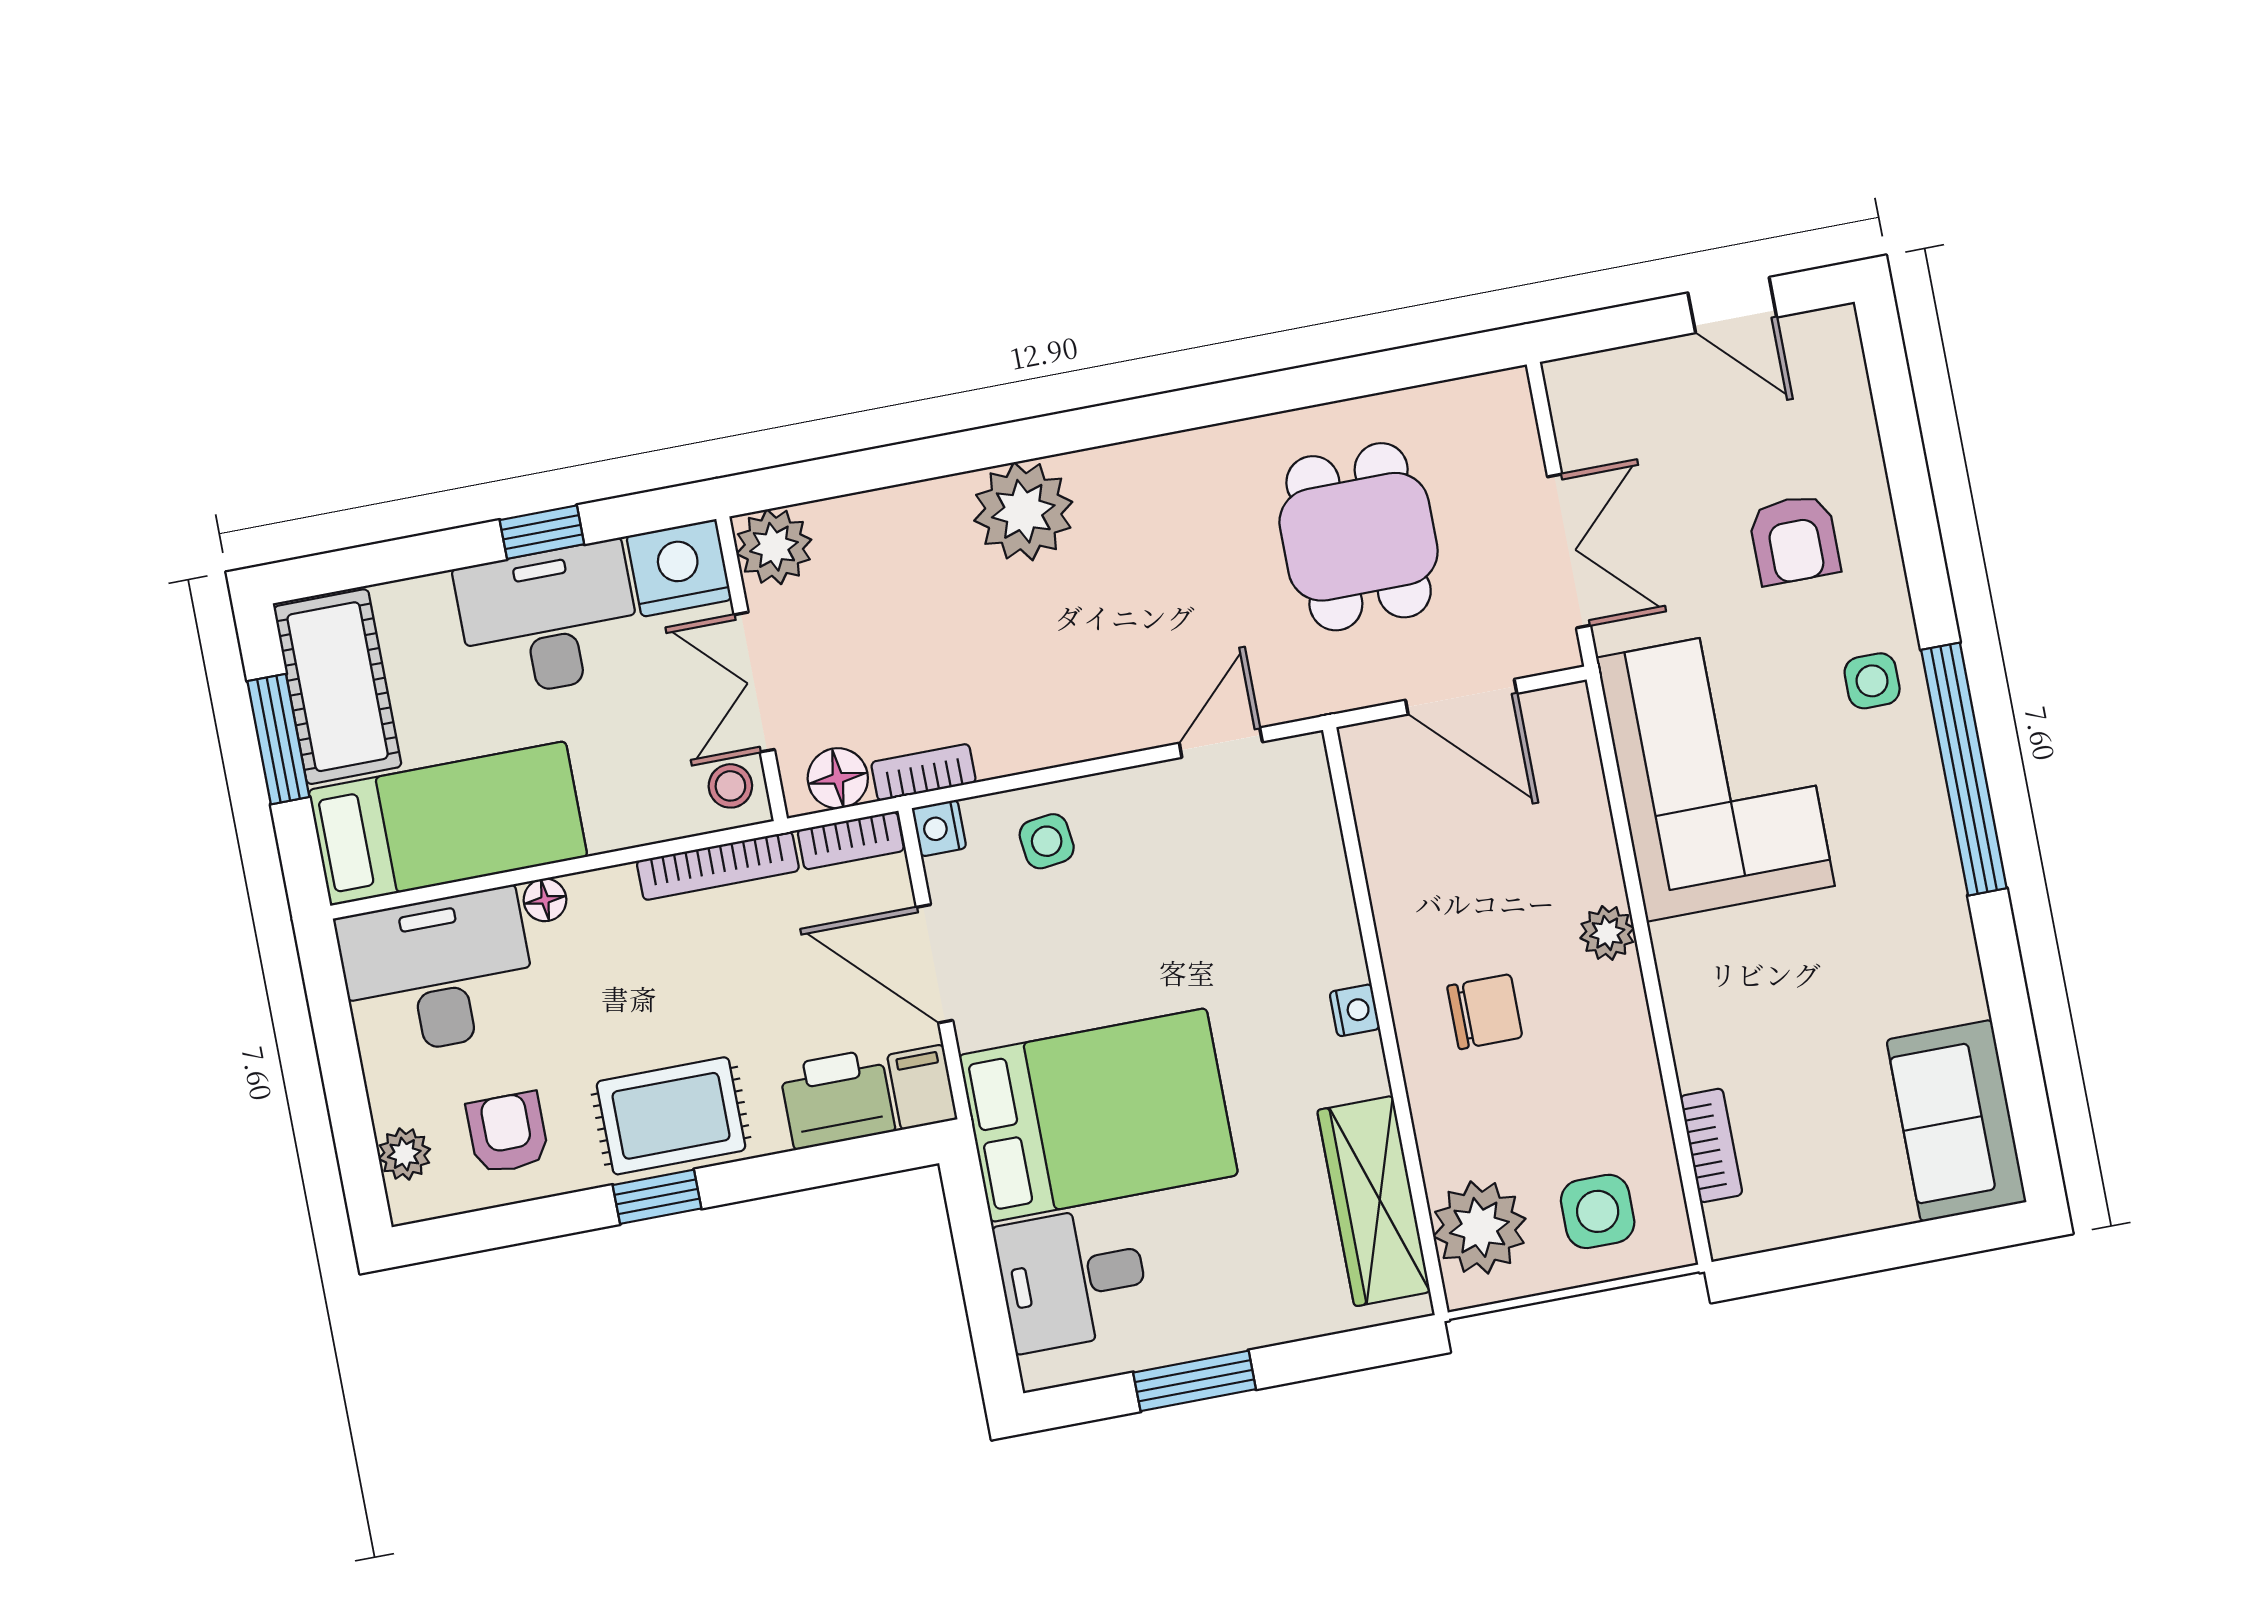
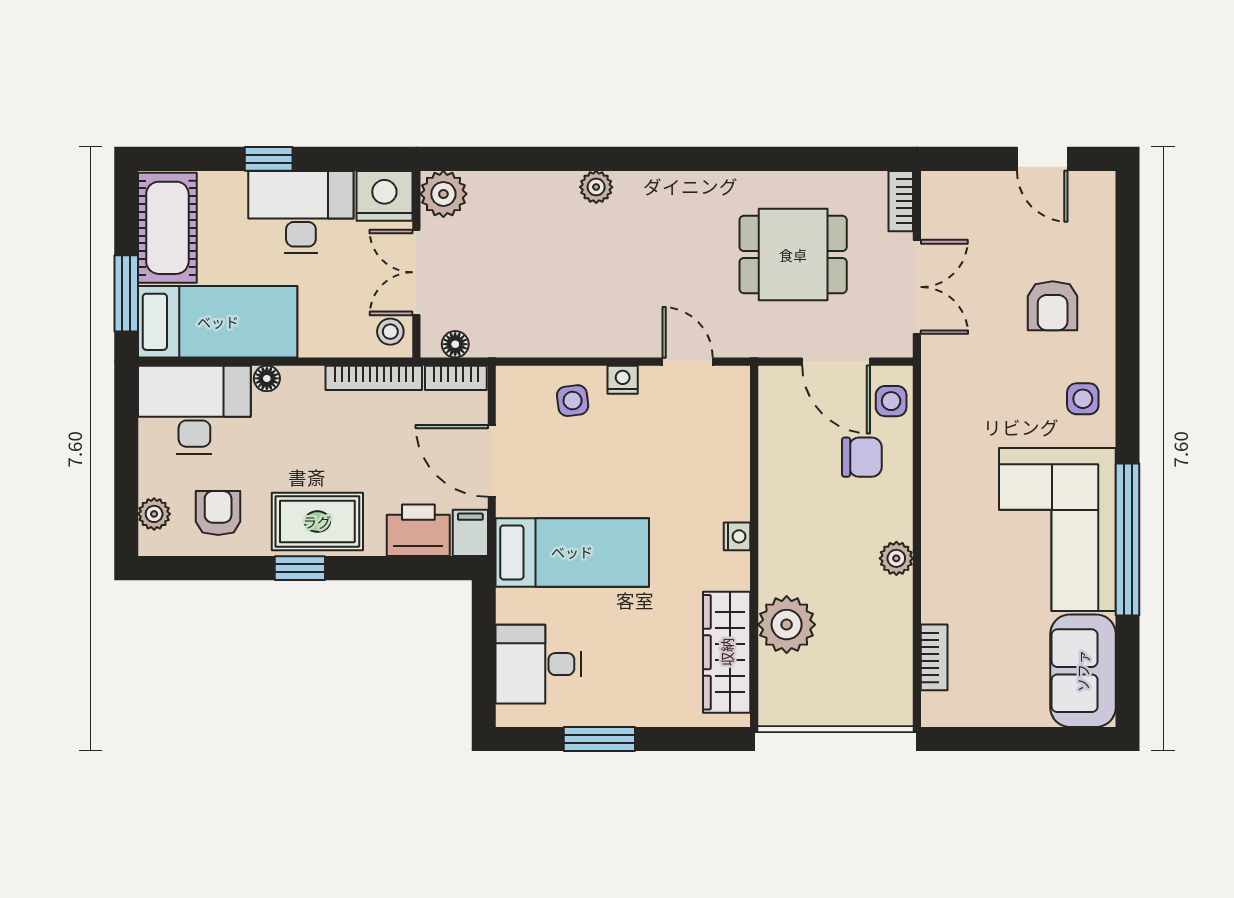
plant: (1023, 511) -> (596, 187), width x0.53, depth x0.53
window: (542, 532) -> (269, 159), moved
dining table: (1359, 537) -> (793, 255), turned 90
window: (278, 739) -> (126, 293), moved
door: (1221, 743) -> (688, 362), hinge flipped
window: (1964, 769) -> (1128, 540), moved
bookcase: (924, 772) -> (901, 201), moved, turned -90
corner sofa: (1716, 772) -> (1057, 530), moved, turned 180
floor lamp: (838, 778) -> (455, 344), width x0.73, depth x0.73
nightstand: (939, 828) -> (623, 380), moved, turned 90
plant: (1607, 933) -> (896, 558), moved
chair: (1485, 1012) -> (862, 457), moved
bed: (1098, 1115) -> (572, 552), width x0.67
side table: (1598, 1211) -> (891, 401), moved, width x0.73, depth x0.73
plant: (1479, 1227) -> (787, 625), moved

